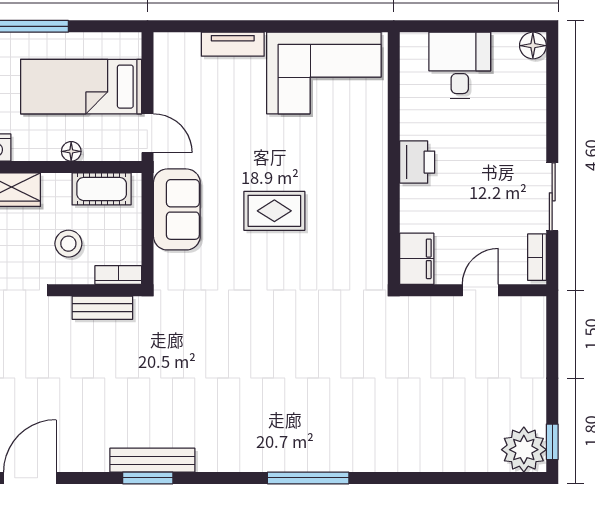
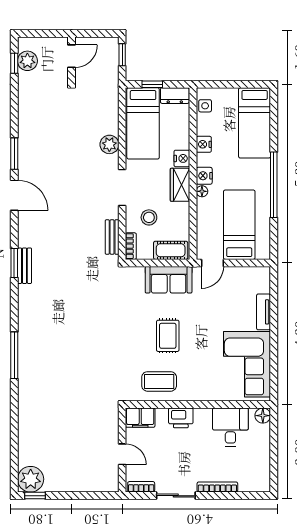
floor lamp: (533, 46) -> (263, 416), moved
desk: (460, 66) -> (230, 427), moved, turned -90
bookcase: (537, 125) -> (217, 487), added
floor lamp: (71, 151) -> (202, 191), moved
printer: (417, 162) -> (181, 418), moved
cot: (102, 189) -> (171, 250), moved, turned 90
coffee table: (354, 226) -> (159, 381), added
bench: (152, 460) -> (24, 266), width x0.73

